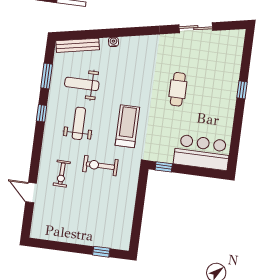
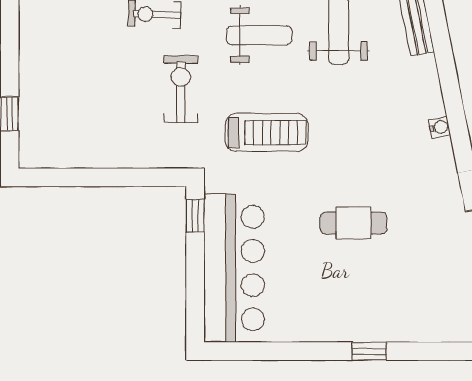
water cooler: (113, 42) -> (440, 127), moved
bar counter: (202, 152) -> (234, 268), width x1.36

